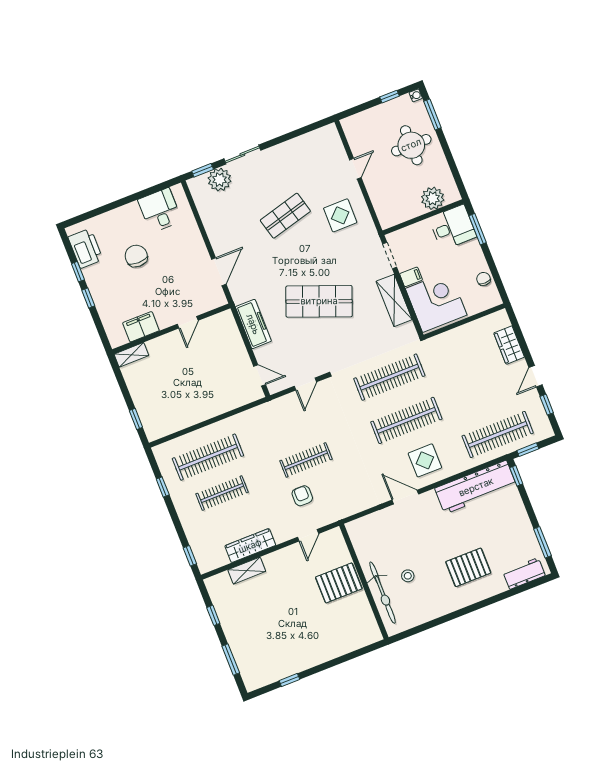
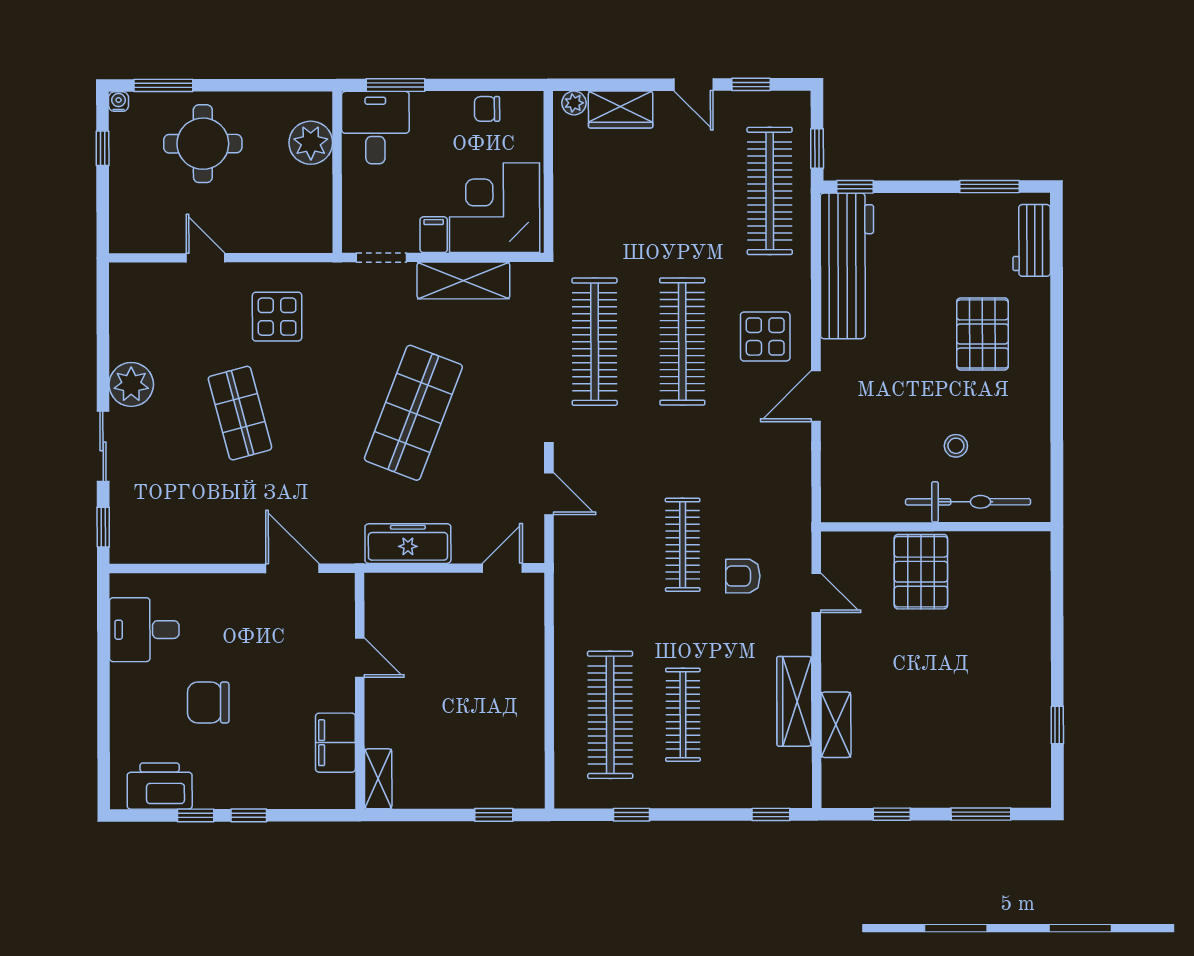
plant: (220, 180) -> (131, 384), moved
plant: (503, 321) -> (574, 103), added

